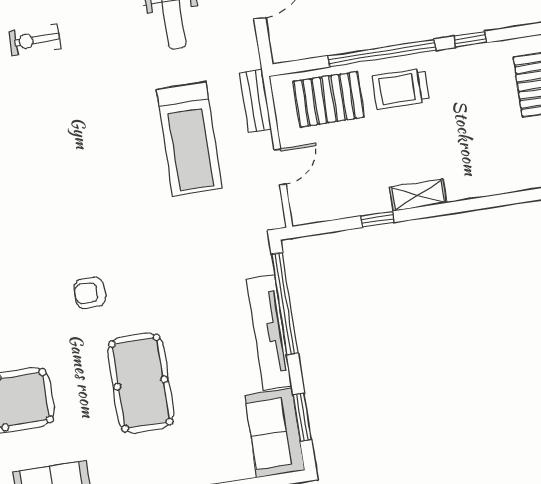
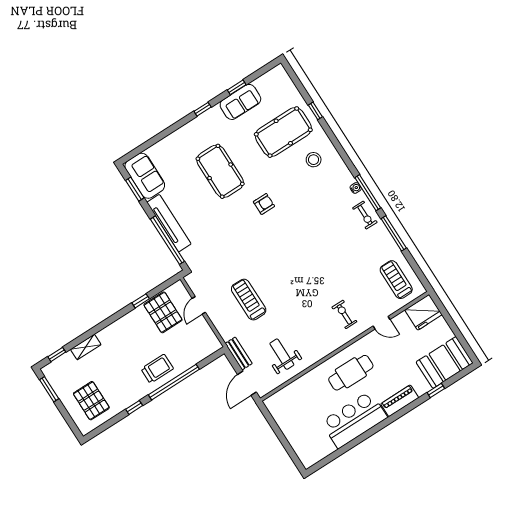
exercise bike: (35, 40) -> (344, 314), turned -90
pallet: (329, 99) -> (163, 312), moved, turned 90
bench: (255, 101) -> (239, 354), moved
treadmill: (189, 139) -> (249, 300), width x0.73, depth x0.73
shelving: (418, 195) -> (86, 347), moved

